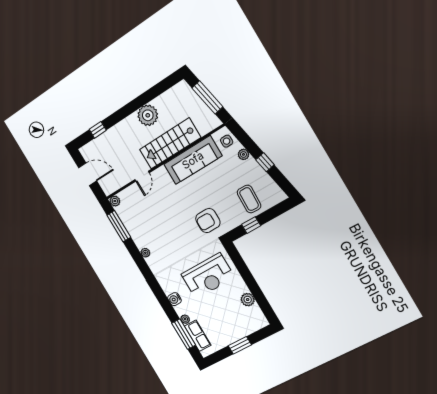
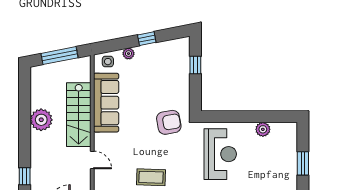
coffee table: (249, 199) -> (151, 177), moved
armchair: (208, 221) -> (169, 122), turned -100
window: (251, 225) -> (195, 65), moved

